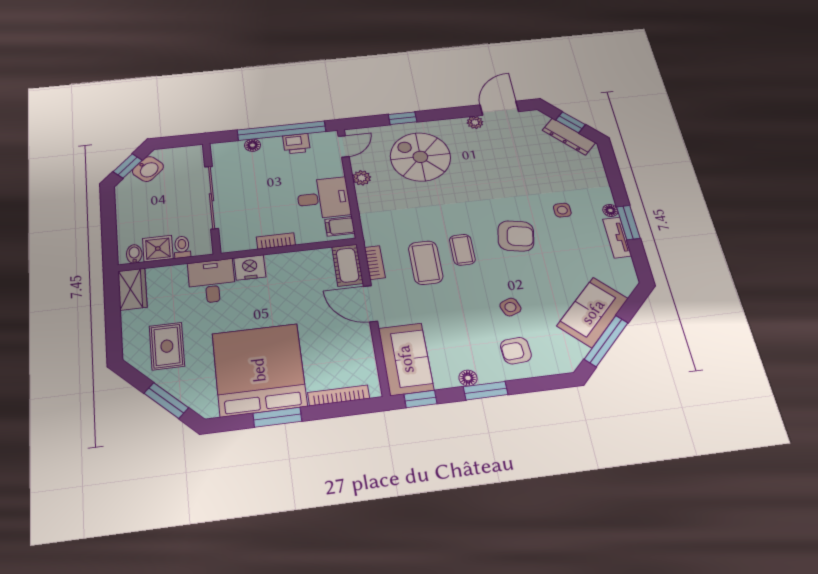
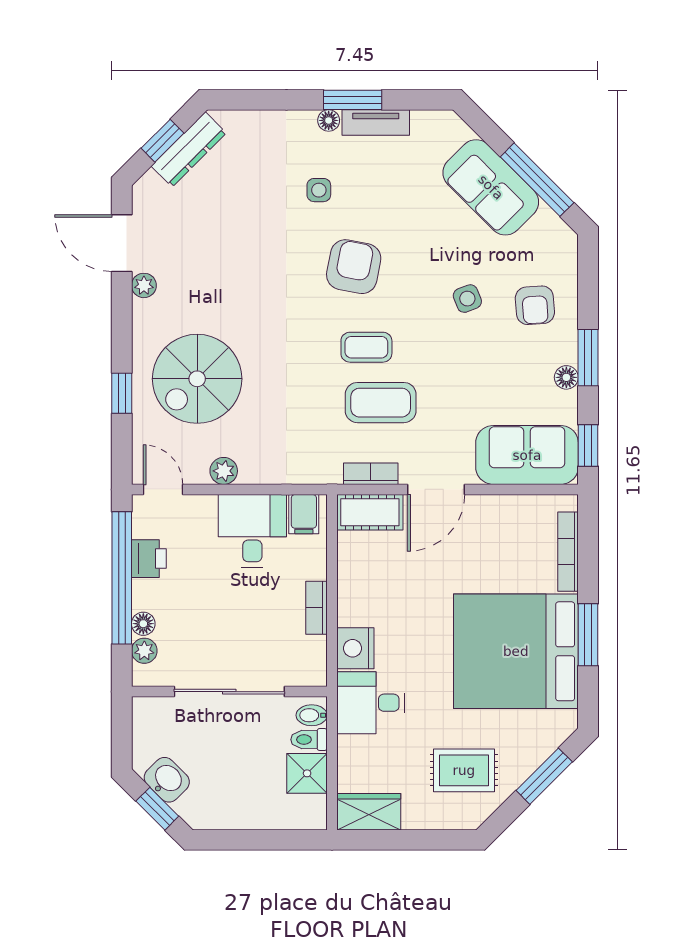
plant: (234, 148) -> (144, 651), added
bidet: (134, 254) -> (312, 715), moved

